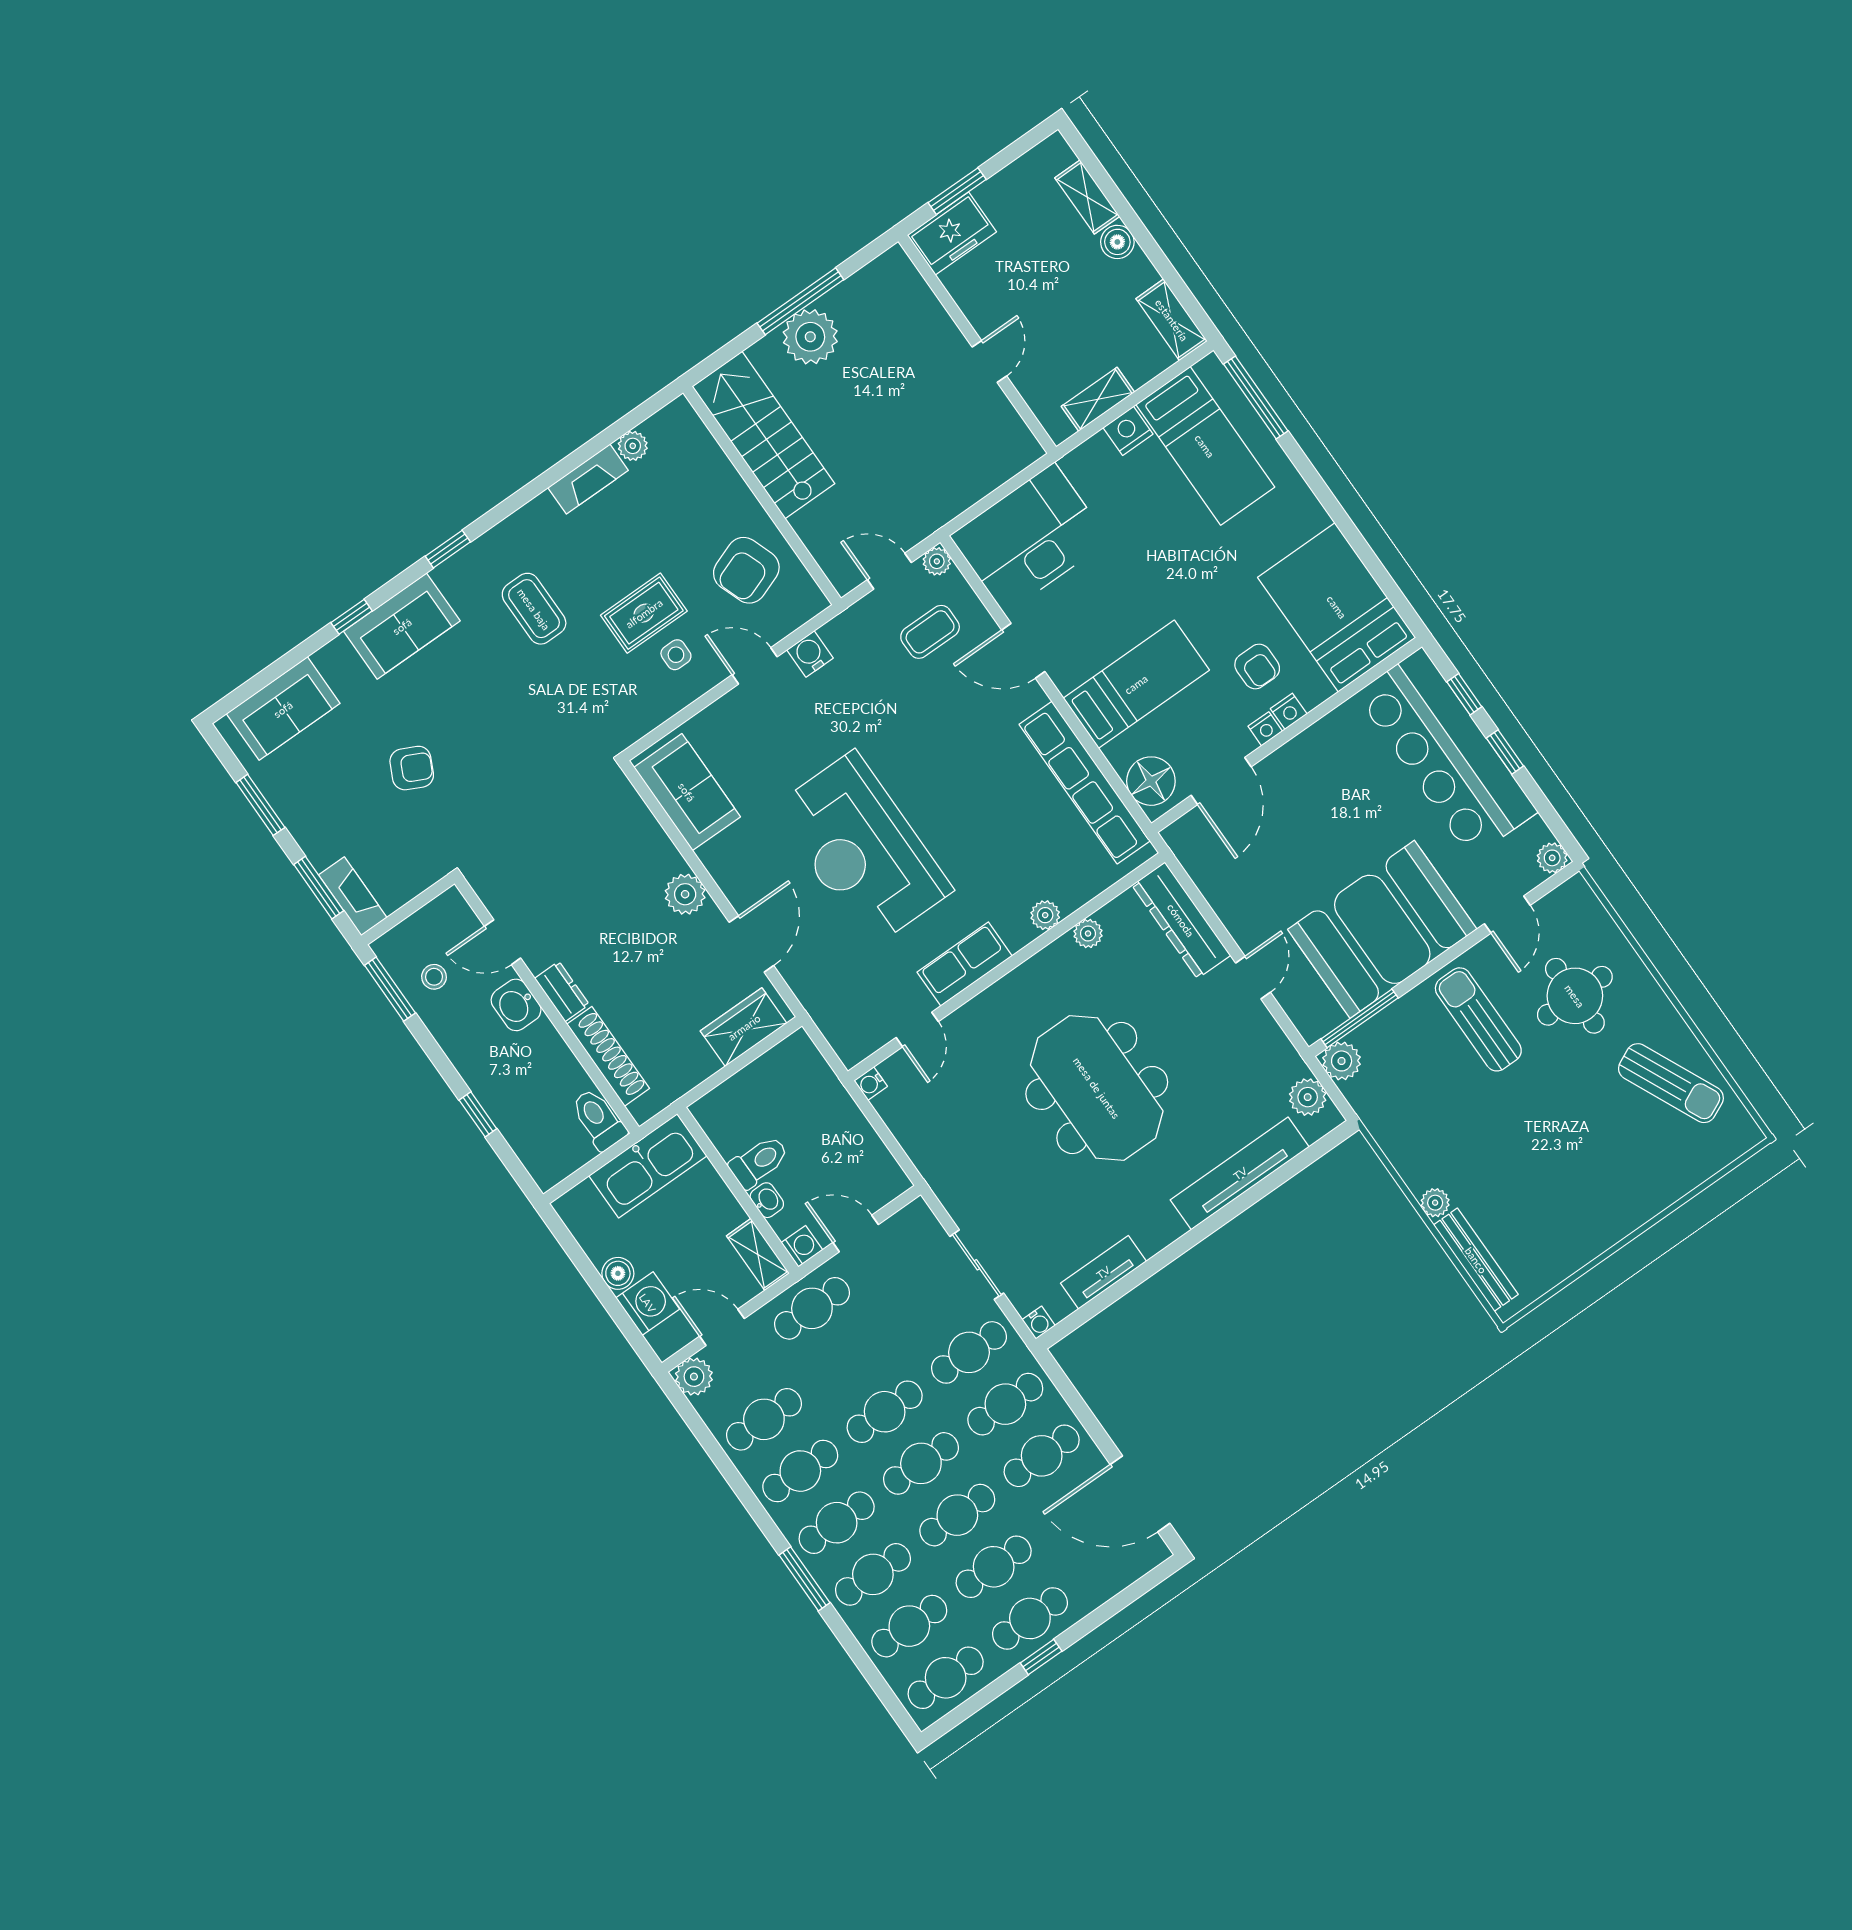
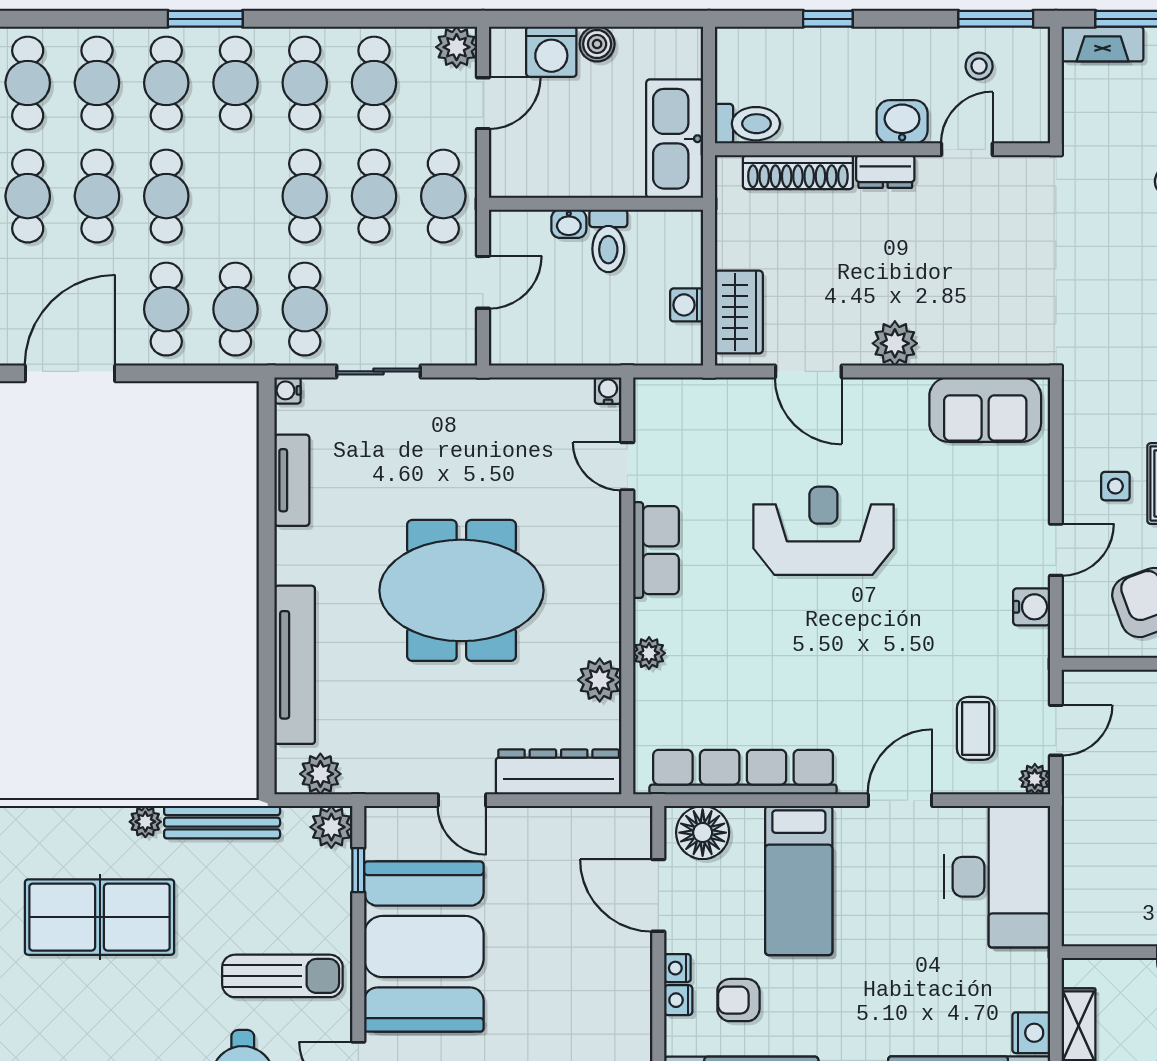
reception desk: (862, 849) -> (823, 531), width x0.74, depth x0.77
plant: (1088, 933) -> (600, 680), width x1.38, depth x1.38
window: (1360, 1018) -> (358, 870), width x0.46
table tennis table: (1530, 1187) -> (100, 917), added
washing machine: (802, 1246) -> (687, 305), moved, turned 90
shelving: (758, 1255) -> (526, 181), removed
bench: (1476, 1260) -> (222, 822), moved
cafe table: (921, 1463) -> (374, 196), moved

